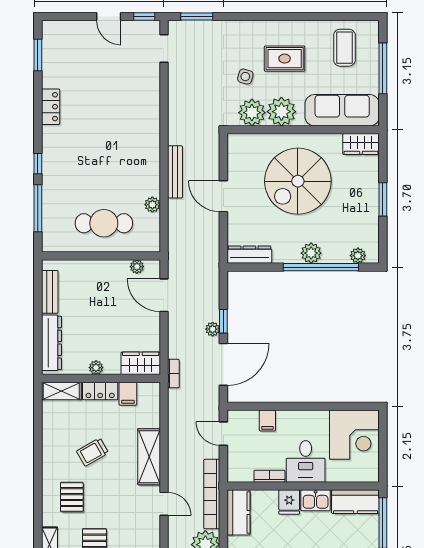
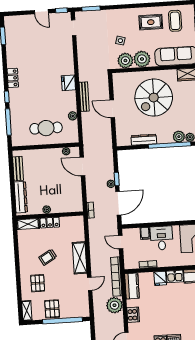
rug: (285, 59) -> (151, 22), moved
locker: (51, 107) -> (13, 78), moved
fridge: (149, 146) -> (68, 83), added
plant: (311, 253) -> (179, 137), moved
dresser: (249, 255) -> (144, 140), moved
wardrobe: (141, 363) -> (72, 206), removed
filing cabinet: (128, 394) -> (66, 223), removed
desk: (306, 461) -> (162, 238), moved, turned 180
door: (164, 504) -> (90, 284), hinge flipped

